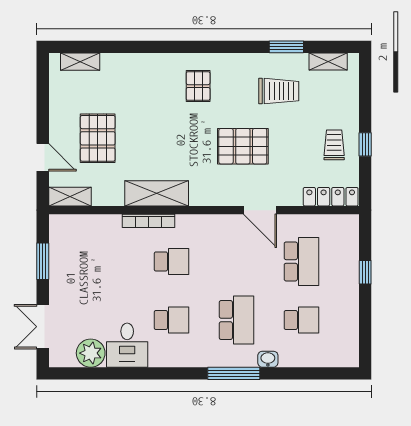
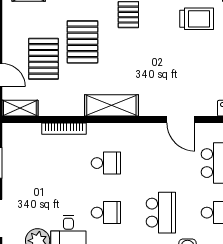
pallet: (243, 146) -> (82, 42), moved, turned 90
shelving: (157, 193) -> (111, 105), moved
bookcase: (148, 221) -> (64, 129), moved

